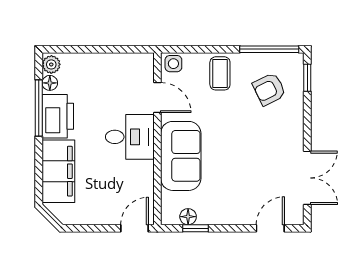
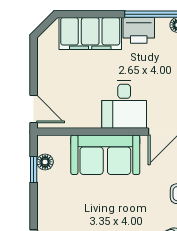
printer: (58, 116) -> (139, 30), width x0.73, depth x0.84

